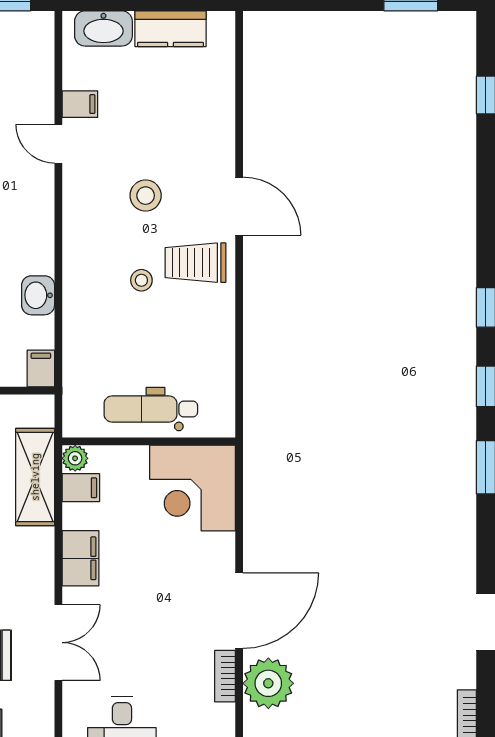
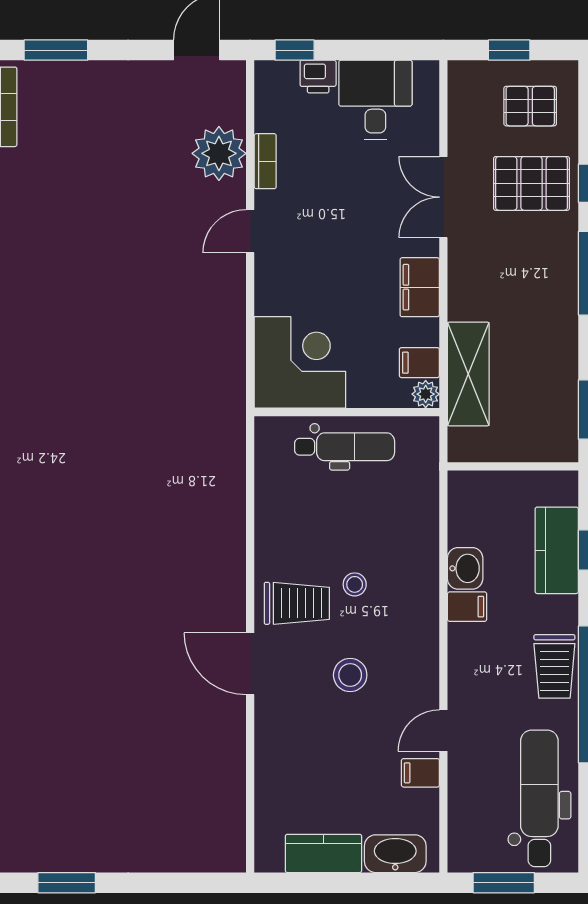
door: (58, 144) -> (443, 730), swing flipped
filing cabinet: (41, 369) -> (467, 607), moved, turned -90
door: (239, 611) -> (250, 231), width x0.53

